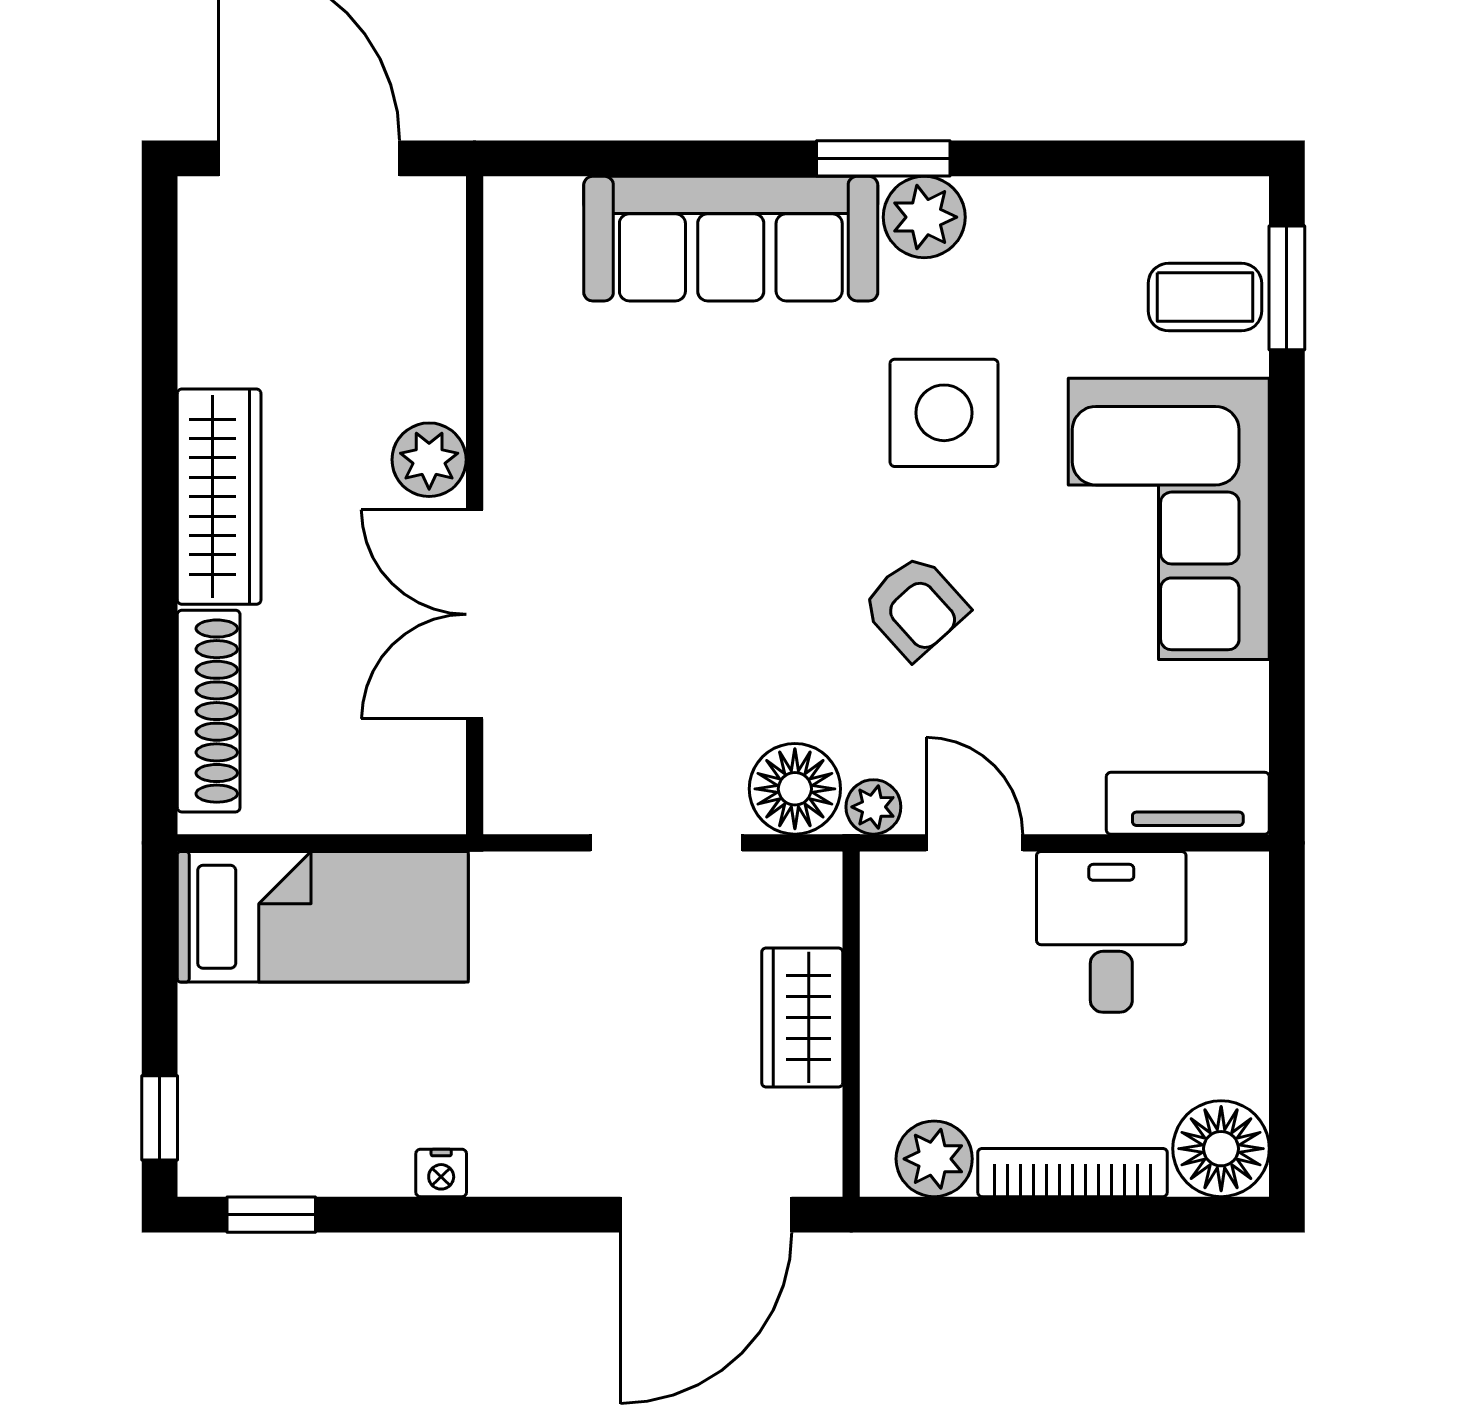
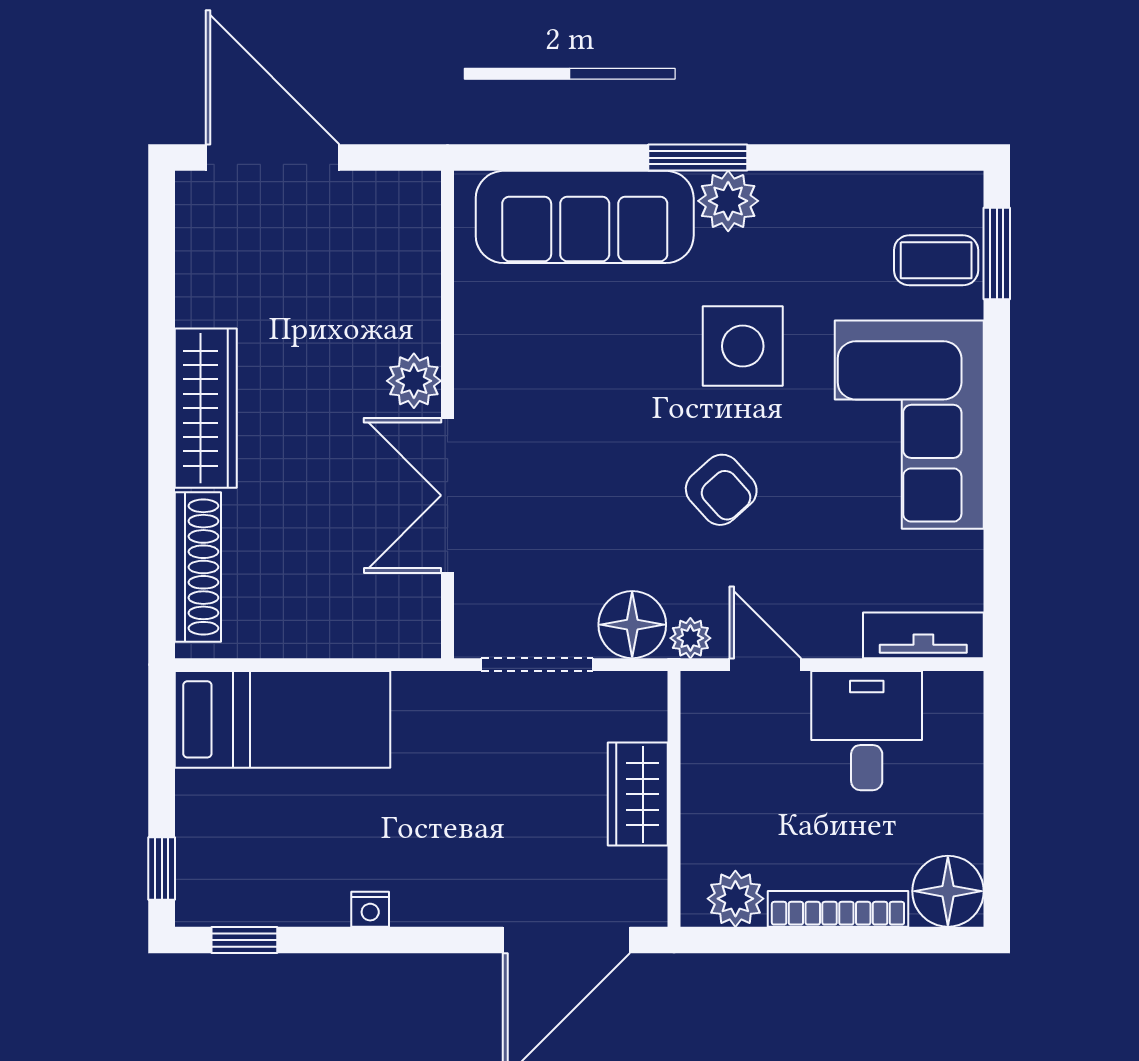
plant: (429, 460) -> (414, 381), moved
wall: (475, 505) -> (448, 415), moved
double door: (475, 614) -> (448, 495), moved

